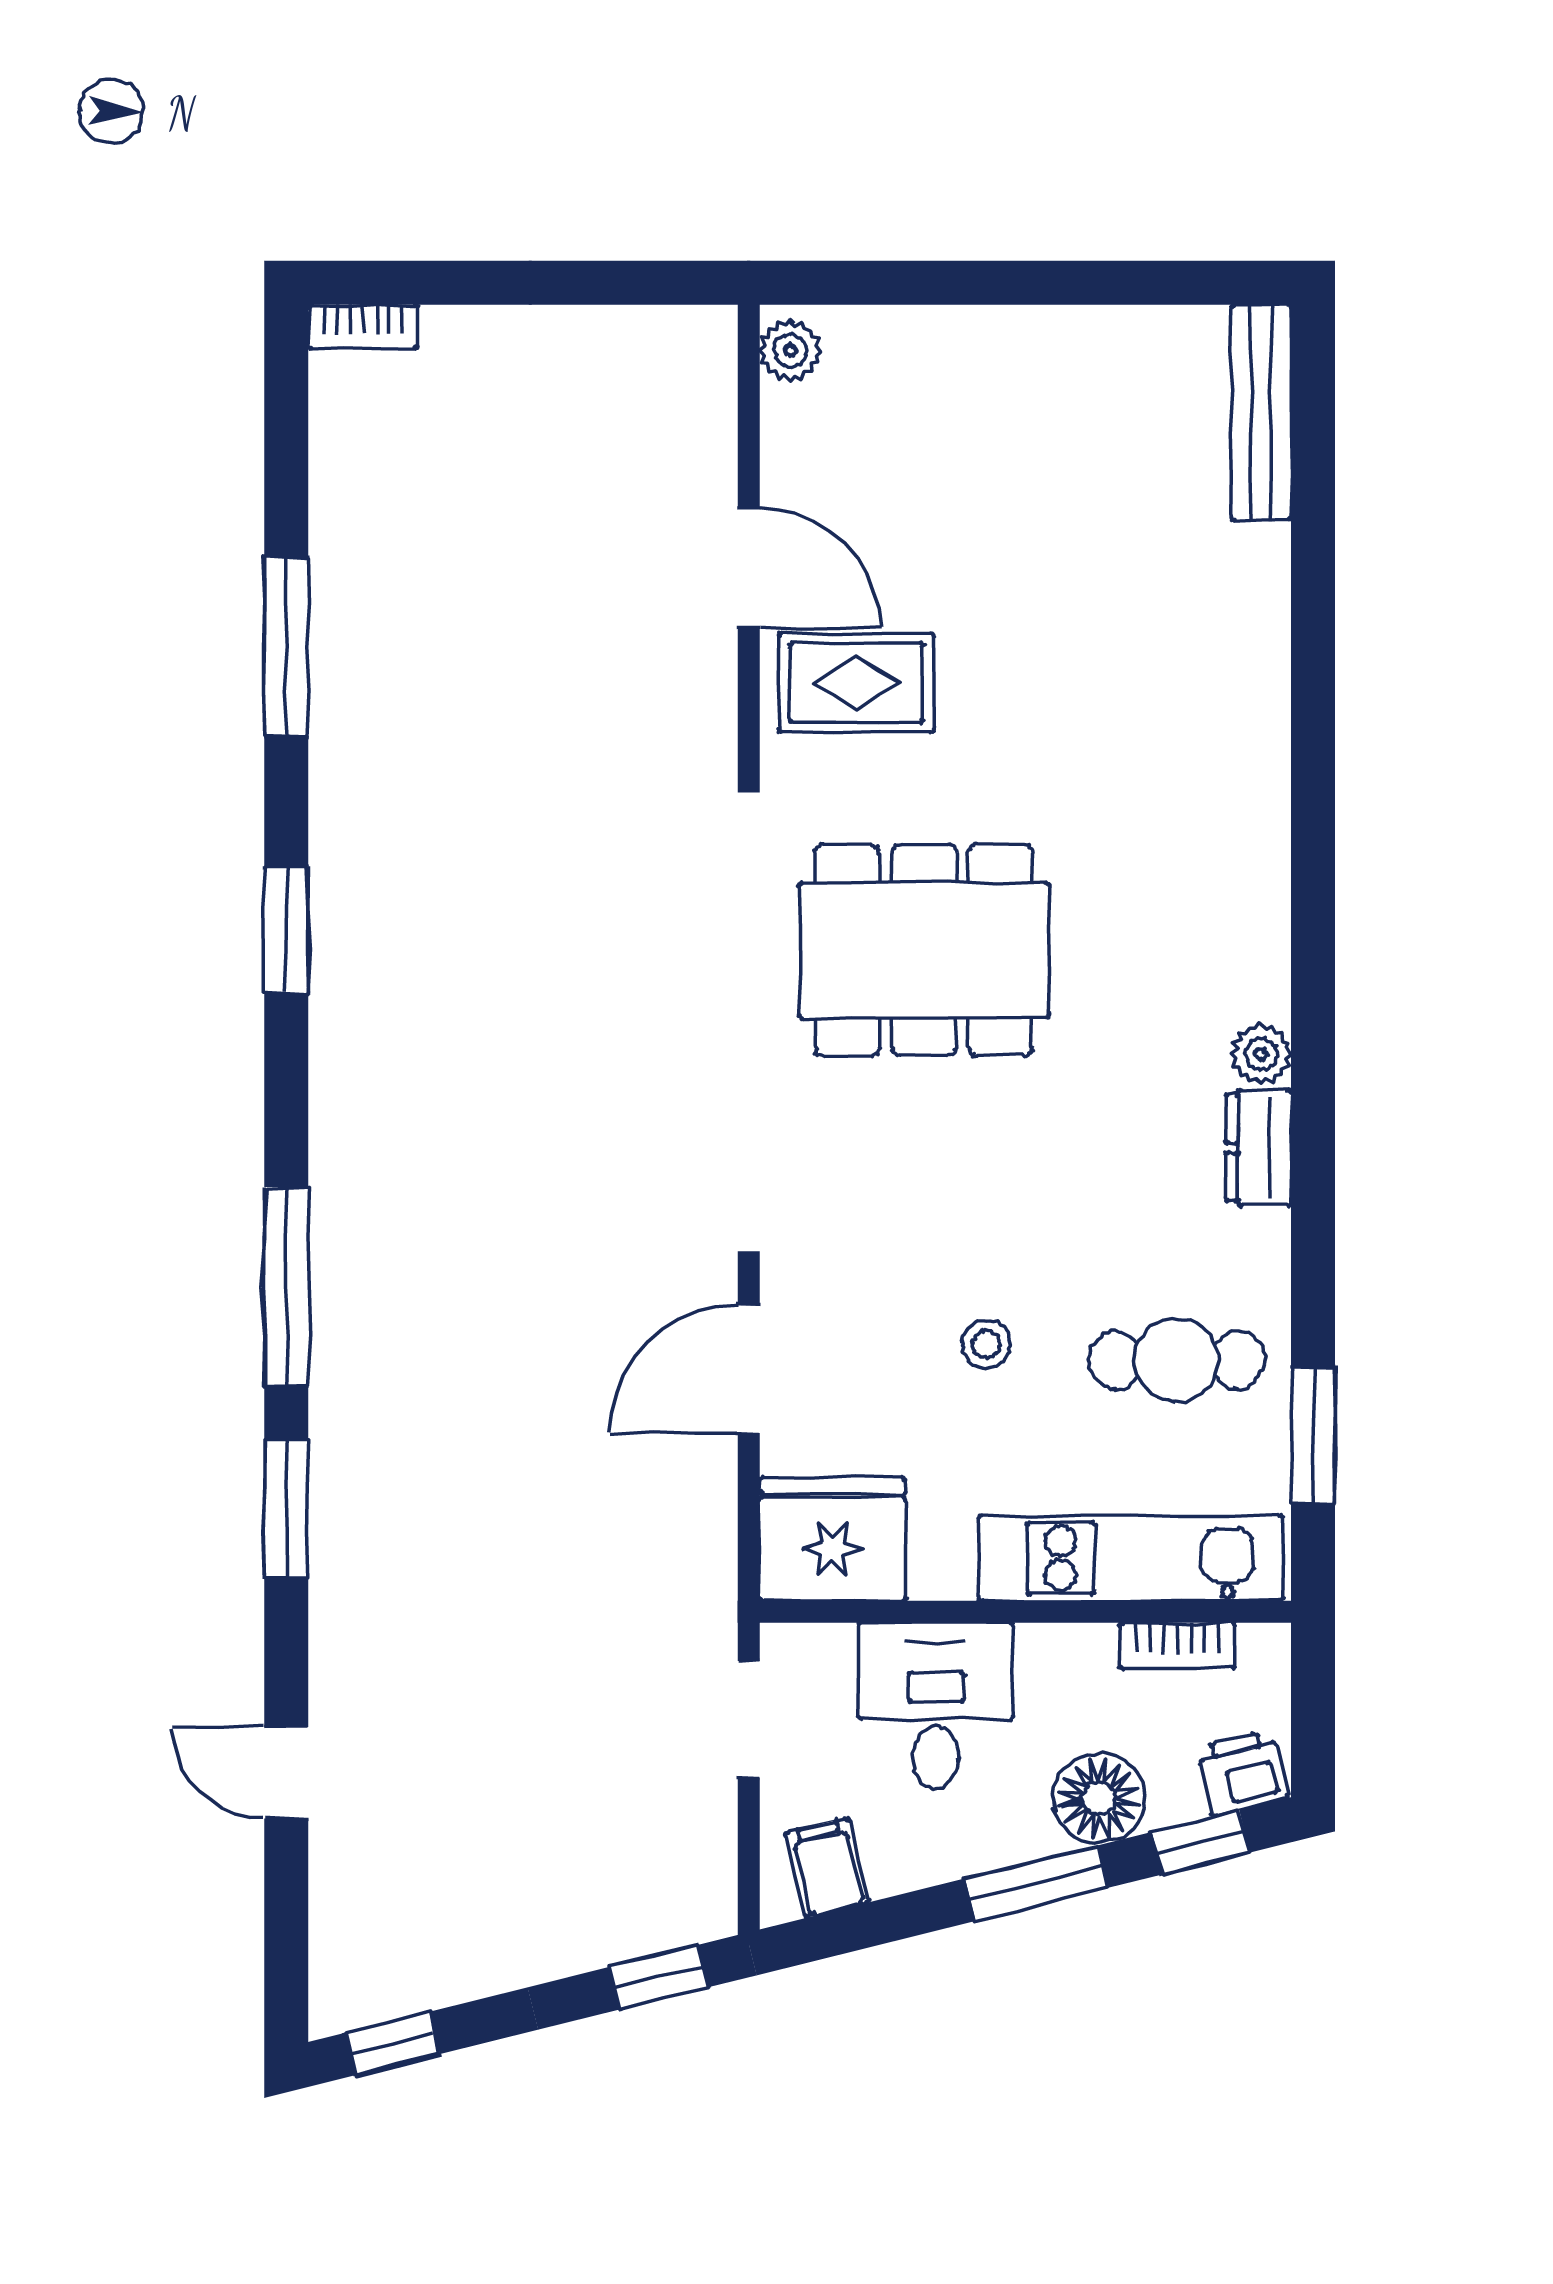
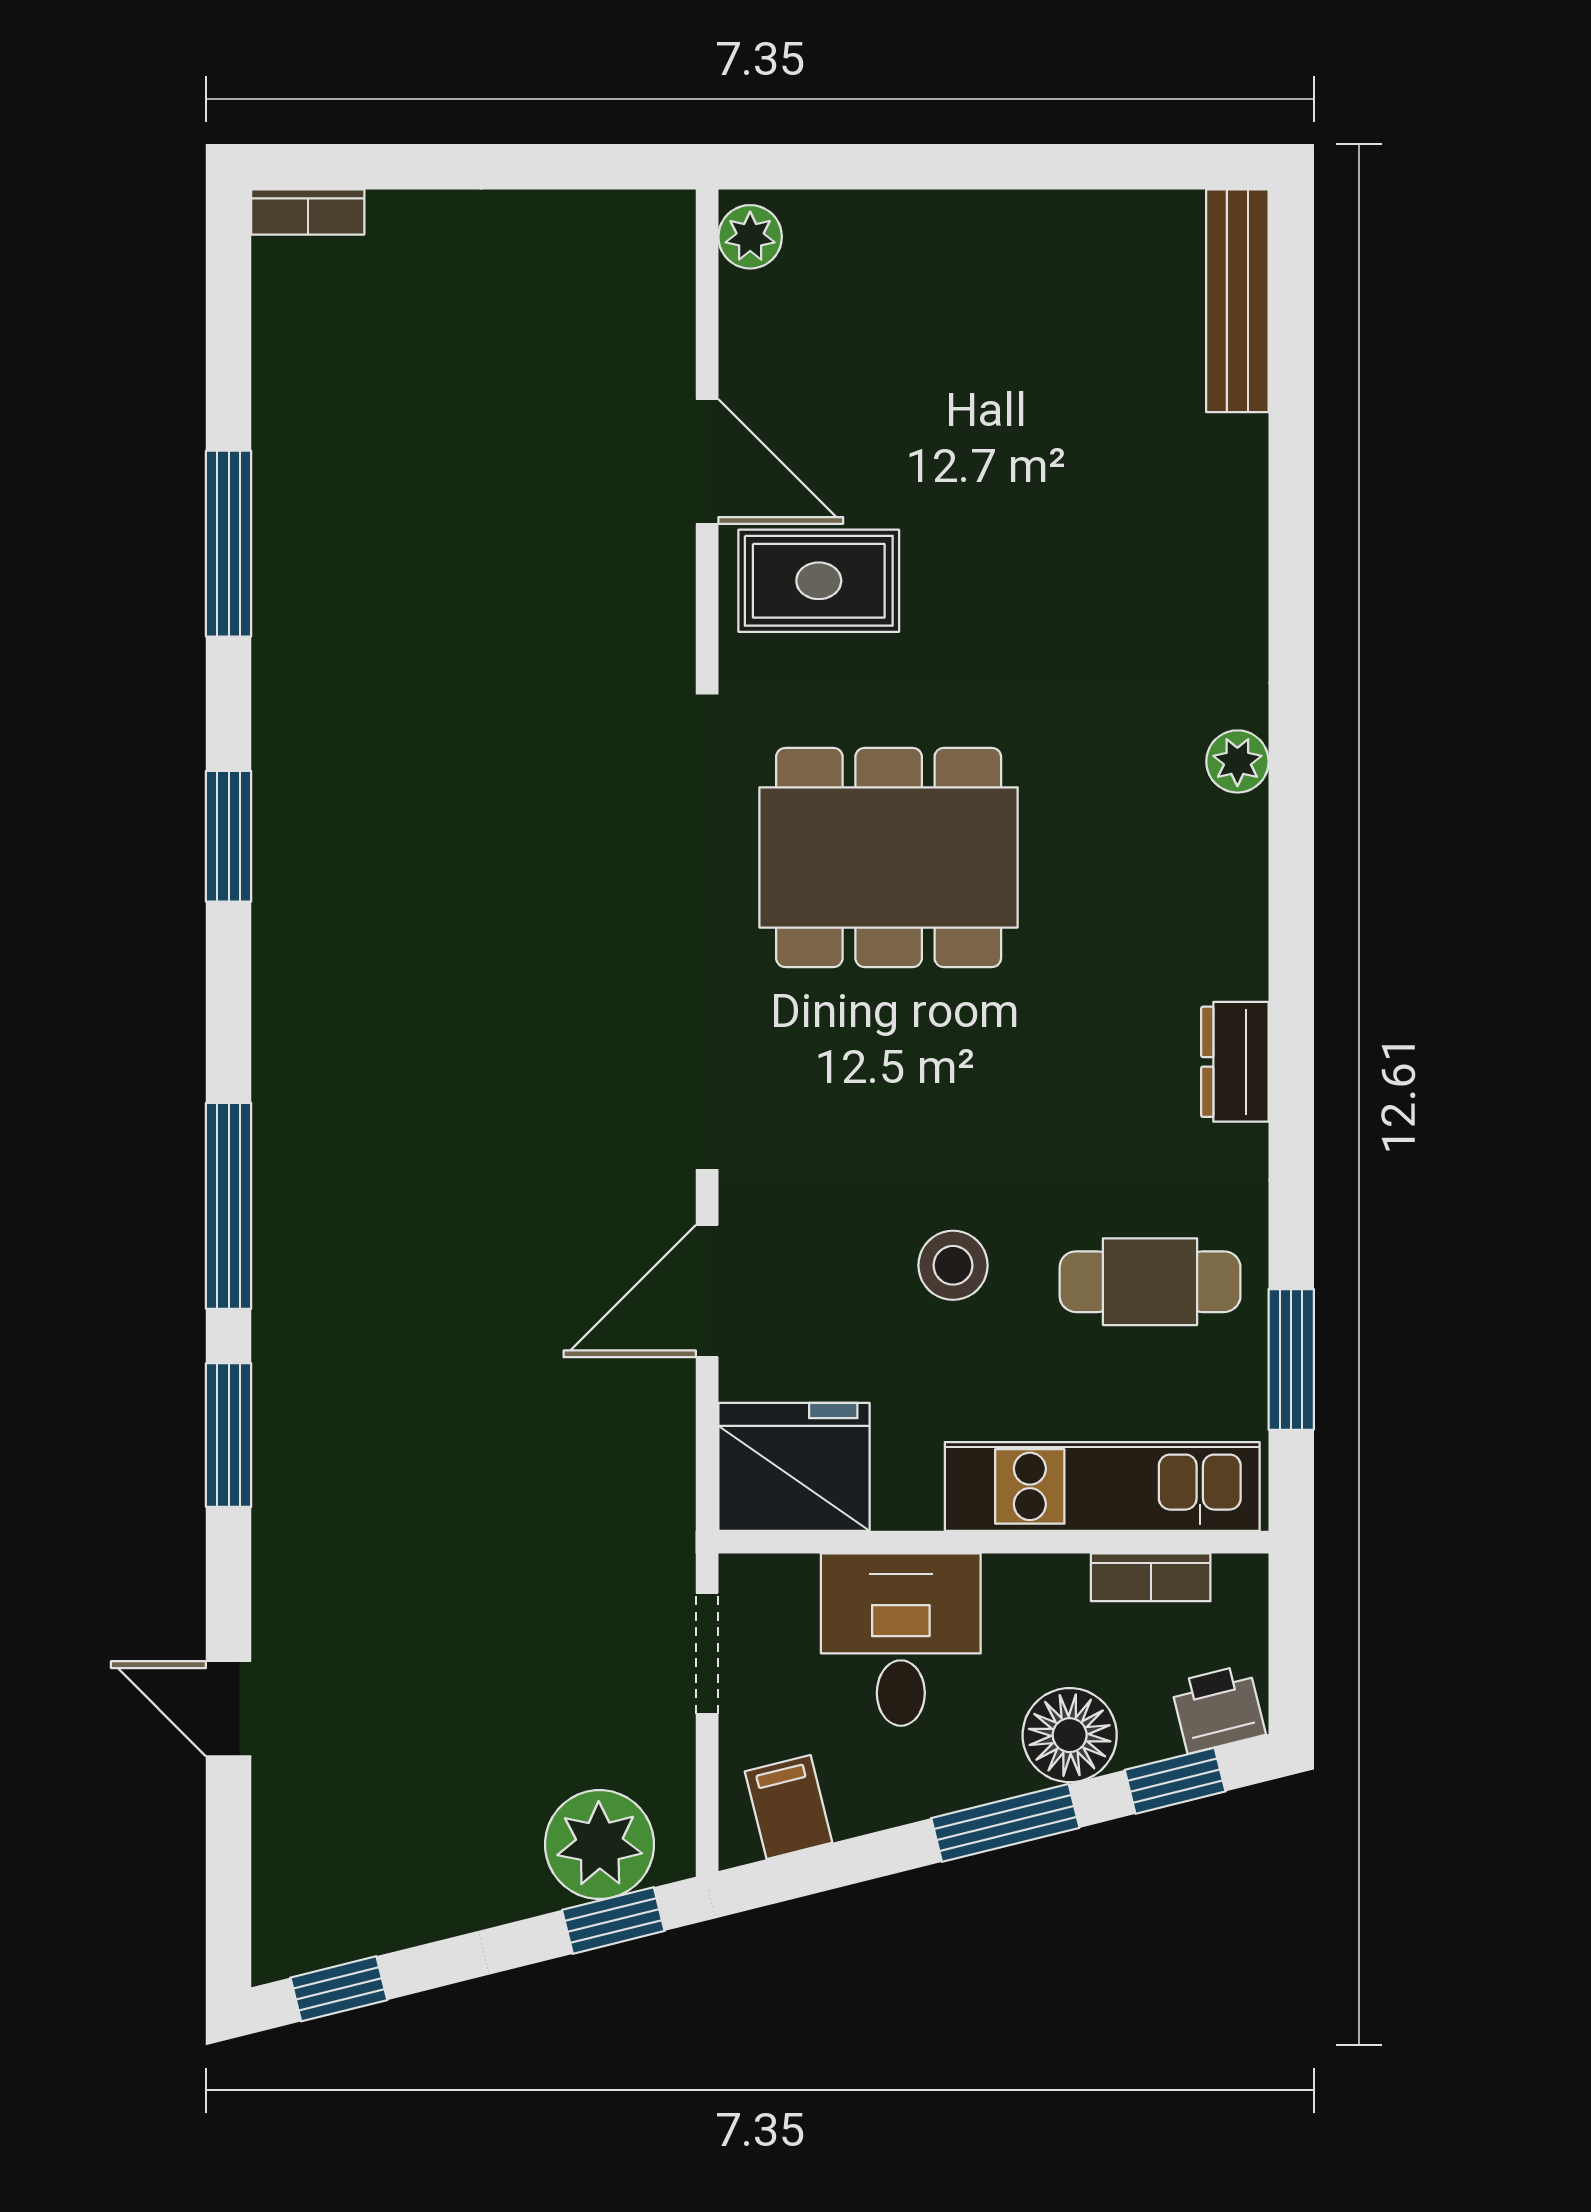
plant: (1261, 1054) -> (1237, 761), moved
stool: (986, 1344) -> (953, 1265), width x1.37, depth x1.37
plant: (645, 1904) -> (599, 1845), added

